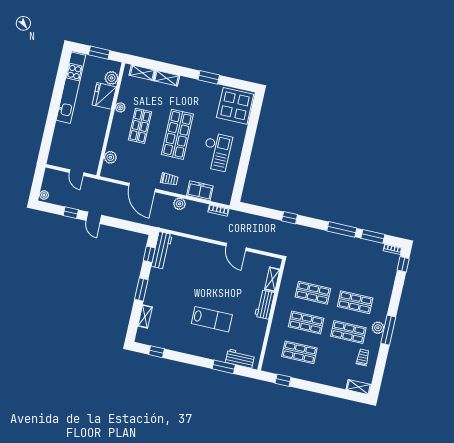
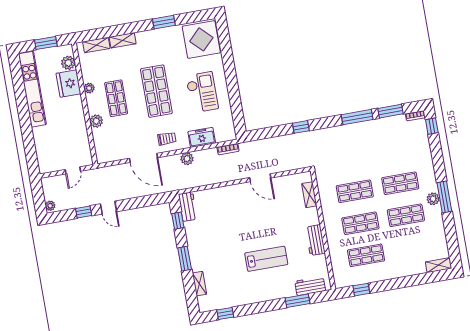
plant: (110, 157) -> (96, 121), moved
door: (76, 173) -> (73, 170), hinge flipped
workbench: (162, 250) -> (188, 207), width x0.73
workbench: (265, 305) -> (315, 240), moved
trolley: (363, 357) -> (430, 234), removed

